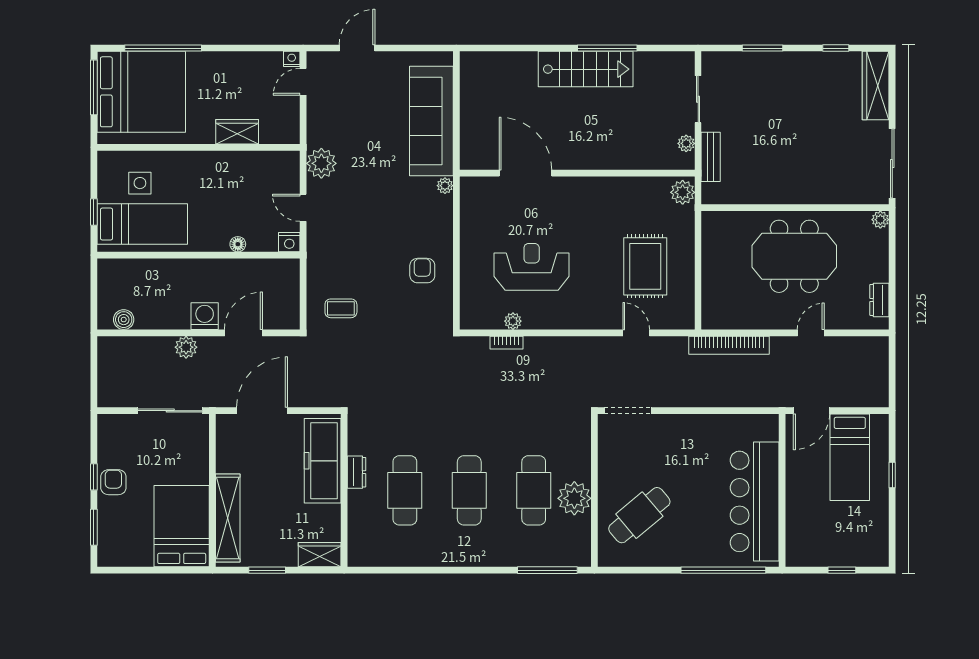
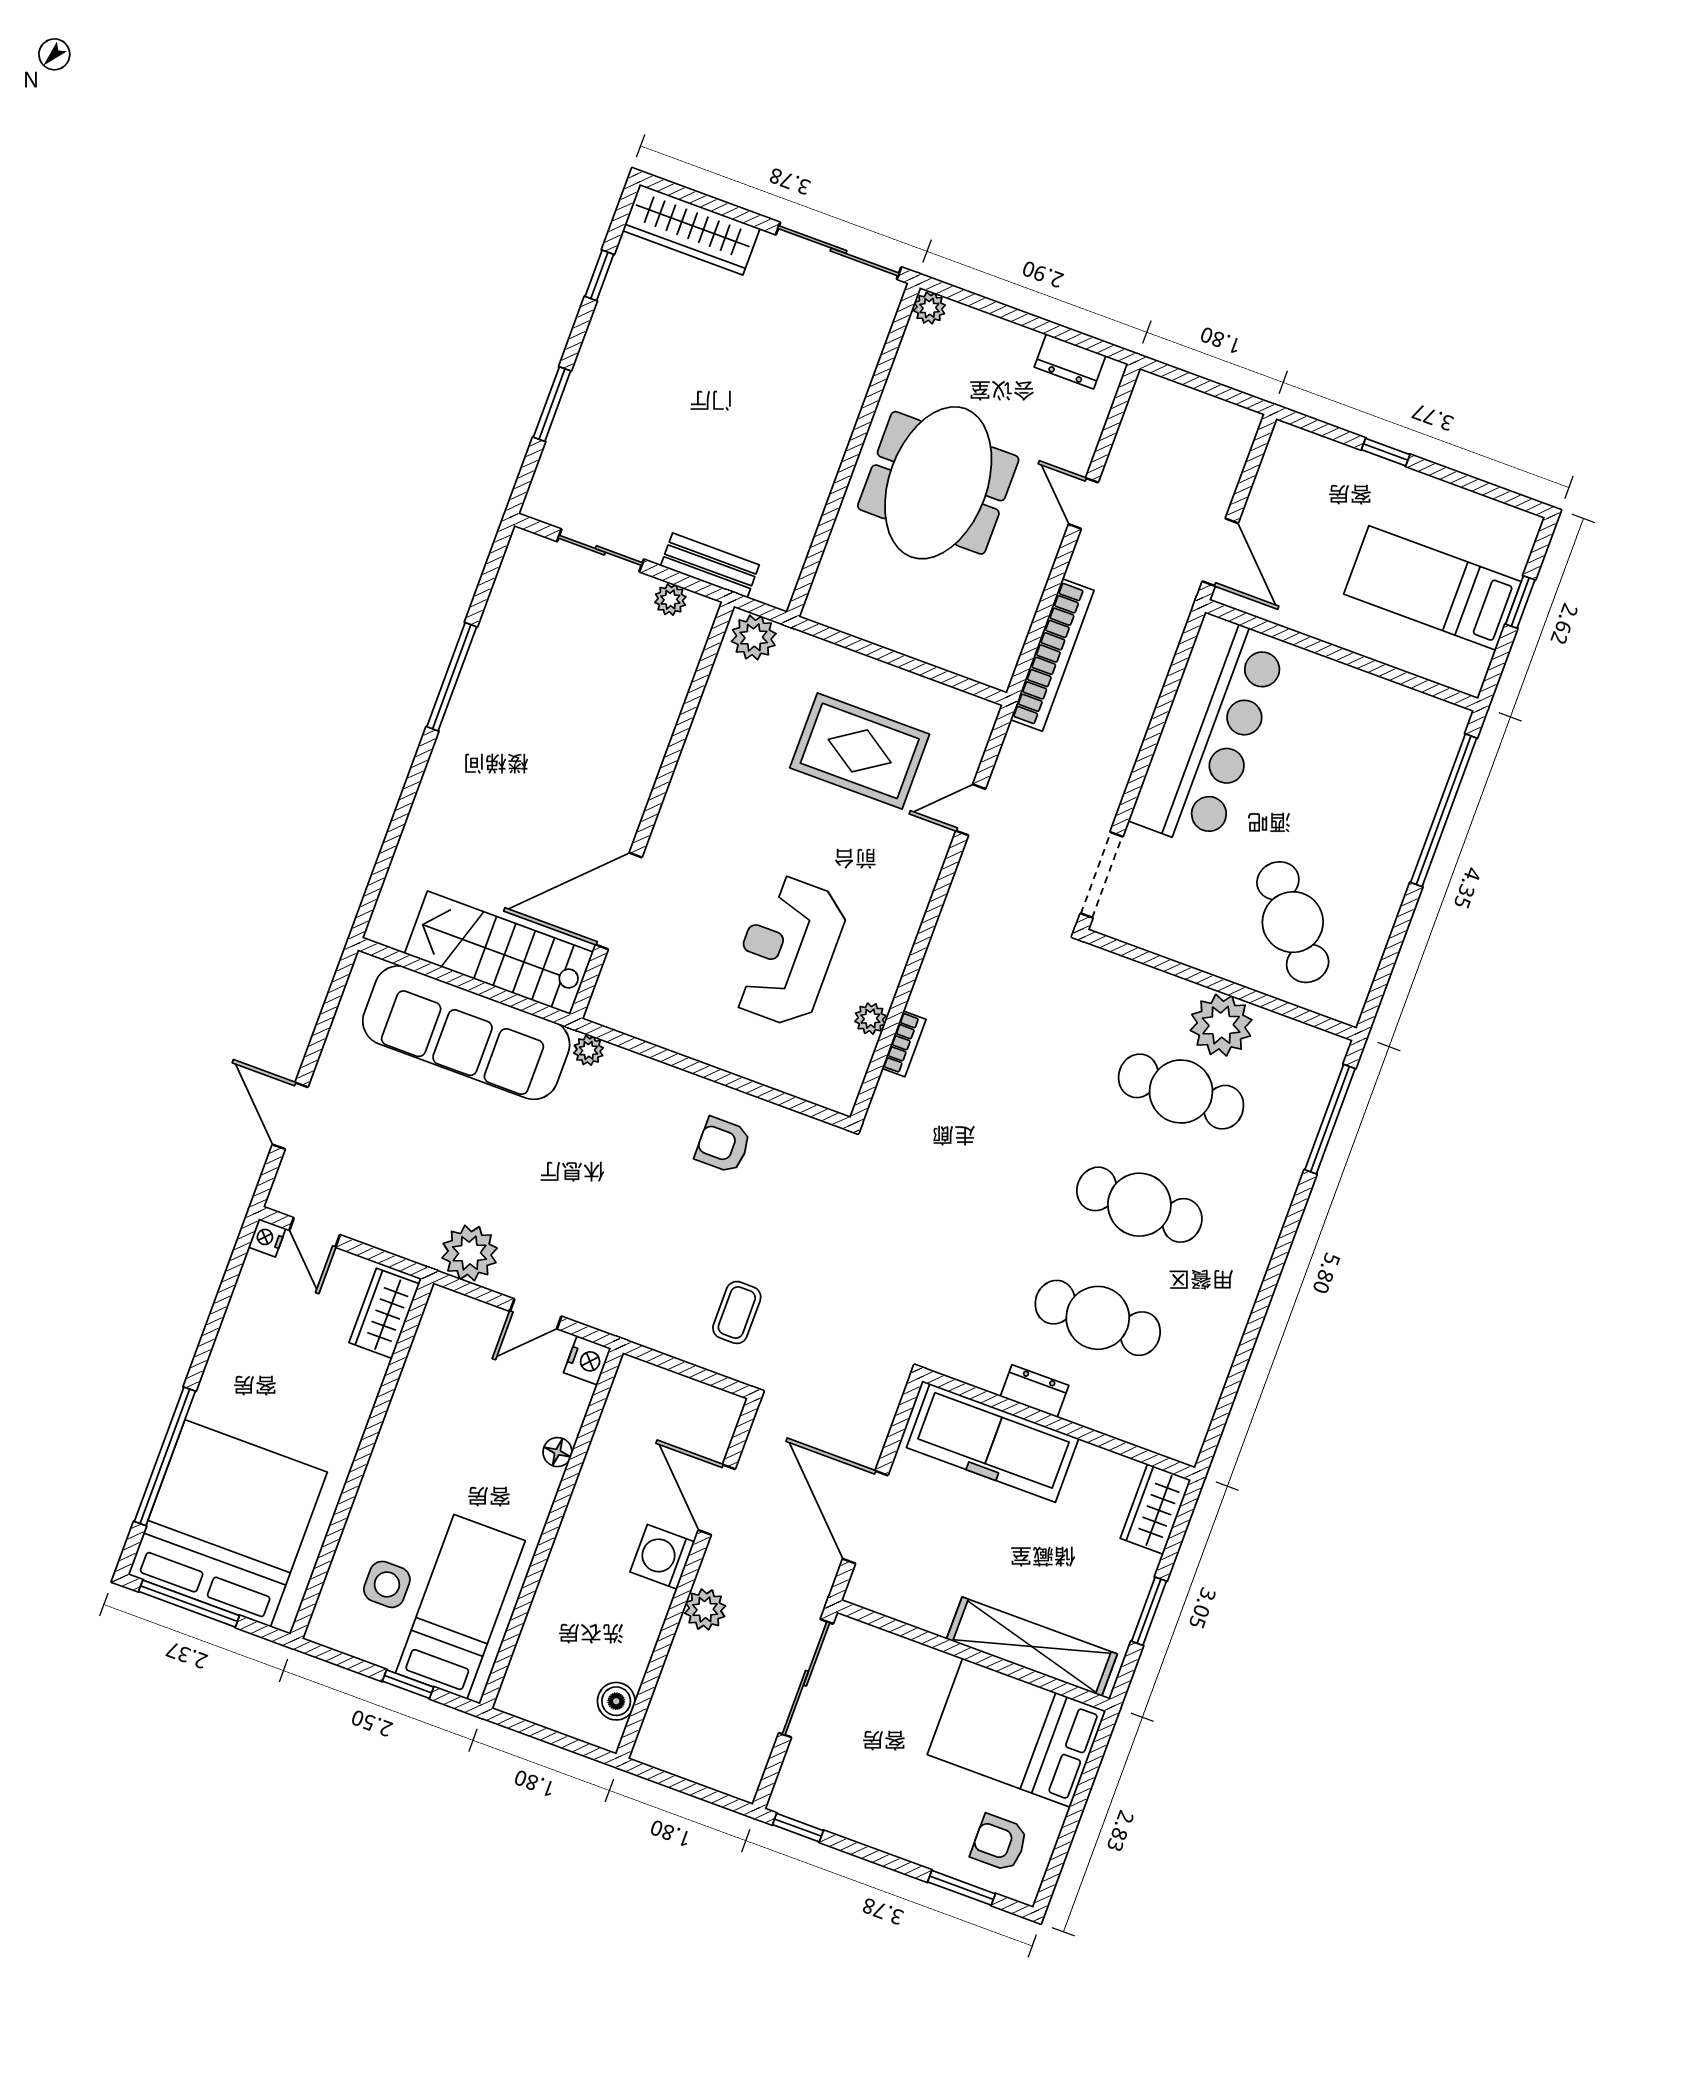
stairs: (586, 69) -> (499, 953), moved, turned -90
wardrobe: (237, 132) -> (384, 1313), moved
bed: (850, 457) -> (1432, 588), moved, turned 180
window: (94, 477) -> (798, 1828), moved
armchair: (113, 482) -> (999, 1843), moved
bar counter: (755, 501) -> (1209, 732), moved, turned -90

